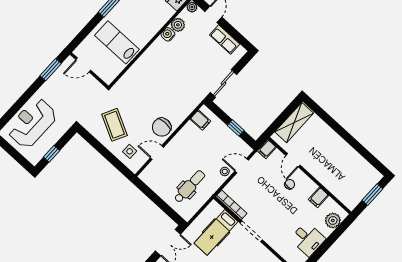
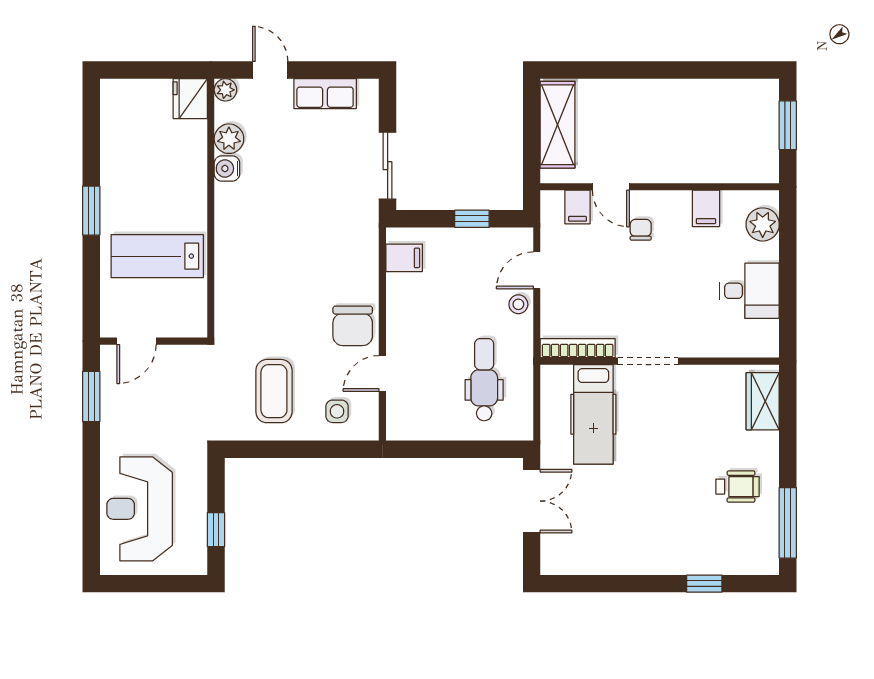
coffee table: (114, 125) -> (274, 391), turned 63
filing cabinet: (267, 149) -> (577, 207), moved

